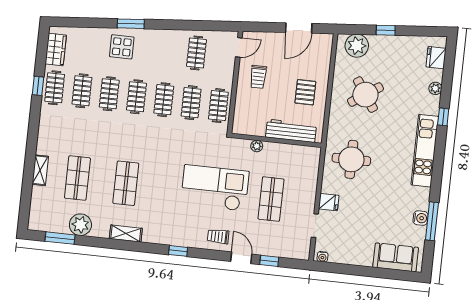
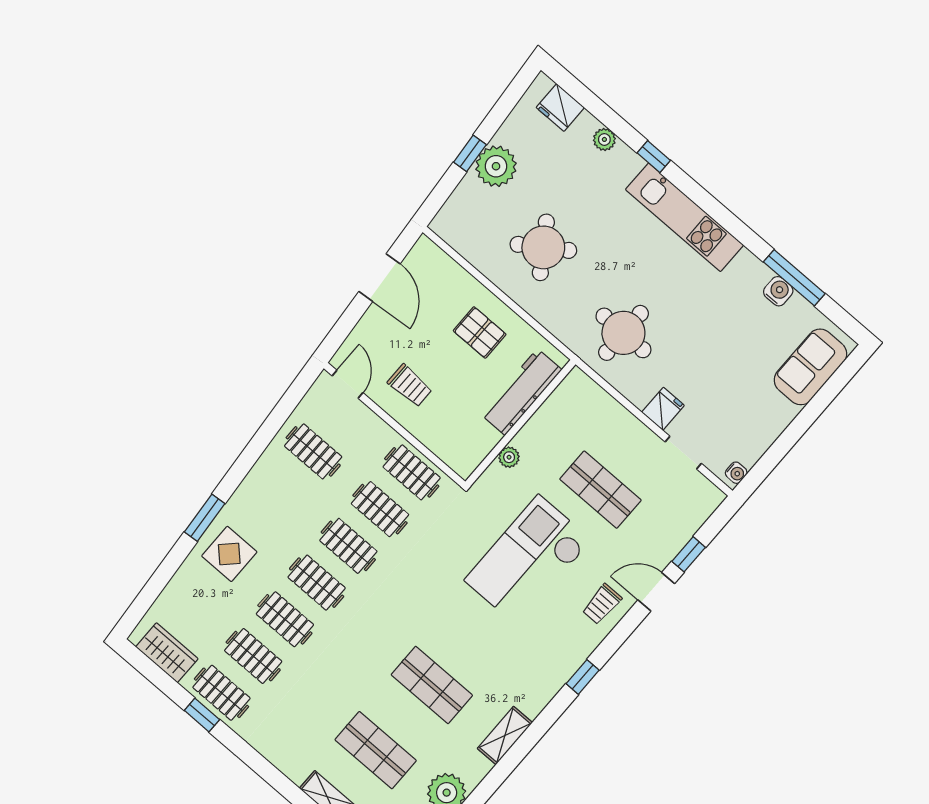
plant: (357, 46) -> (496, 166), moved

